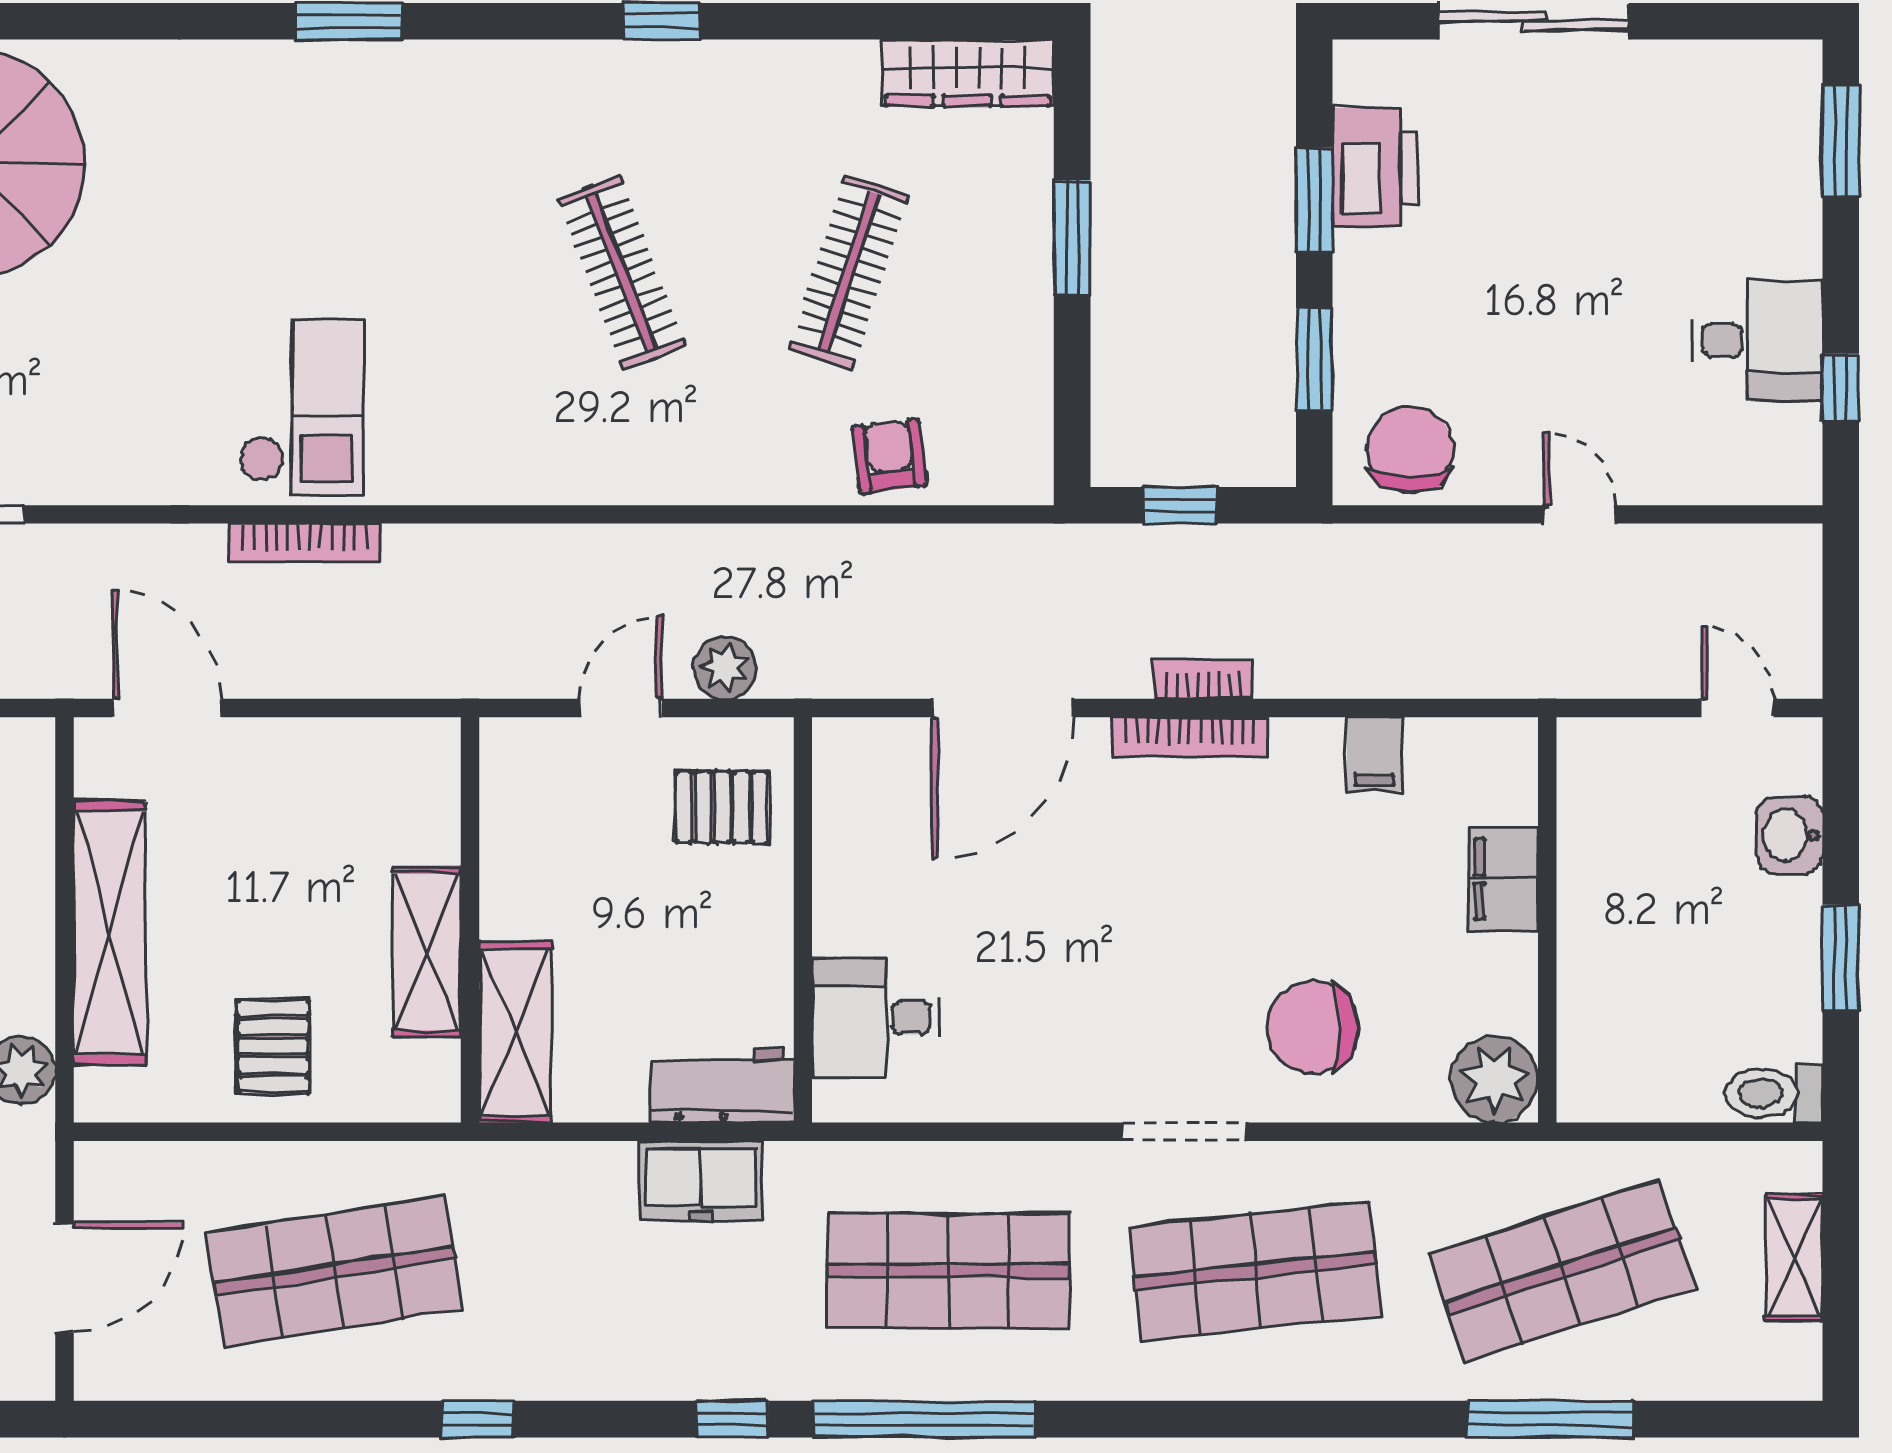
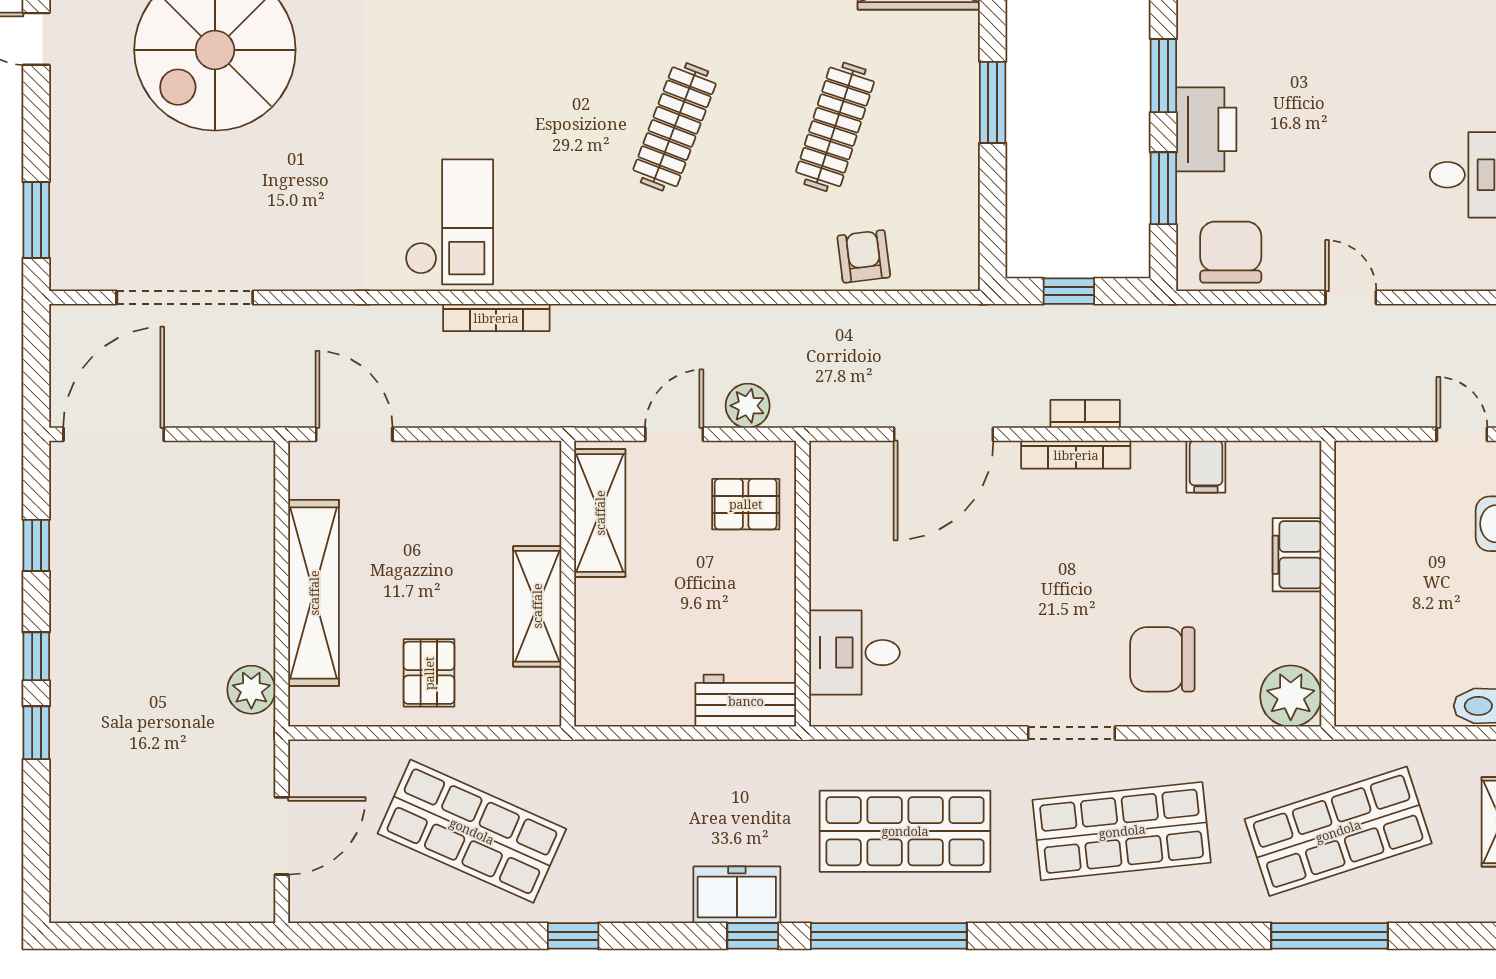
printer: (1375, 167) -> (1206, 129), moved
clothes rail: (621, 272) -> (675, 127), turned 42
bookcase: (304, 543) -> (496, 318), moved
shelving: (515, 1032) -> (600, 513), moved
freezer: (701, 1181) -> (737, 895), moved, turned 180
shop shelf: (334, 1271) -> (472, 831), turned 33

